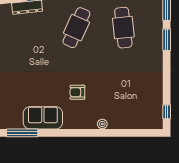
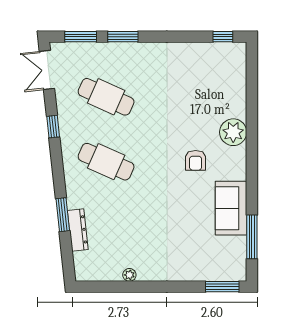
cafe table: (123, 28) -> (106, 97), turned 30
plant: (102, 124) -> (233, 132), width x1.88, depth x1.88

